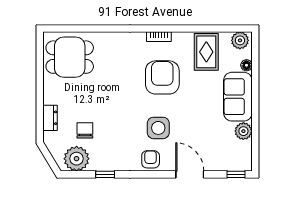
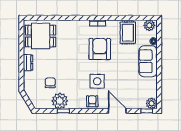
dresser: (50, 118) -> (28, 63), moved
plant: (243, 131) -> (152, 103), moved
plant: (77, 159) -> (60, 101), moved

